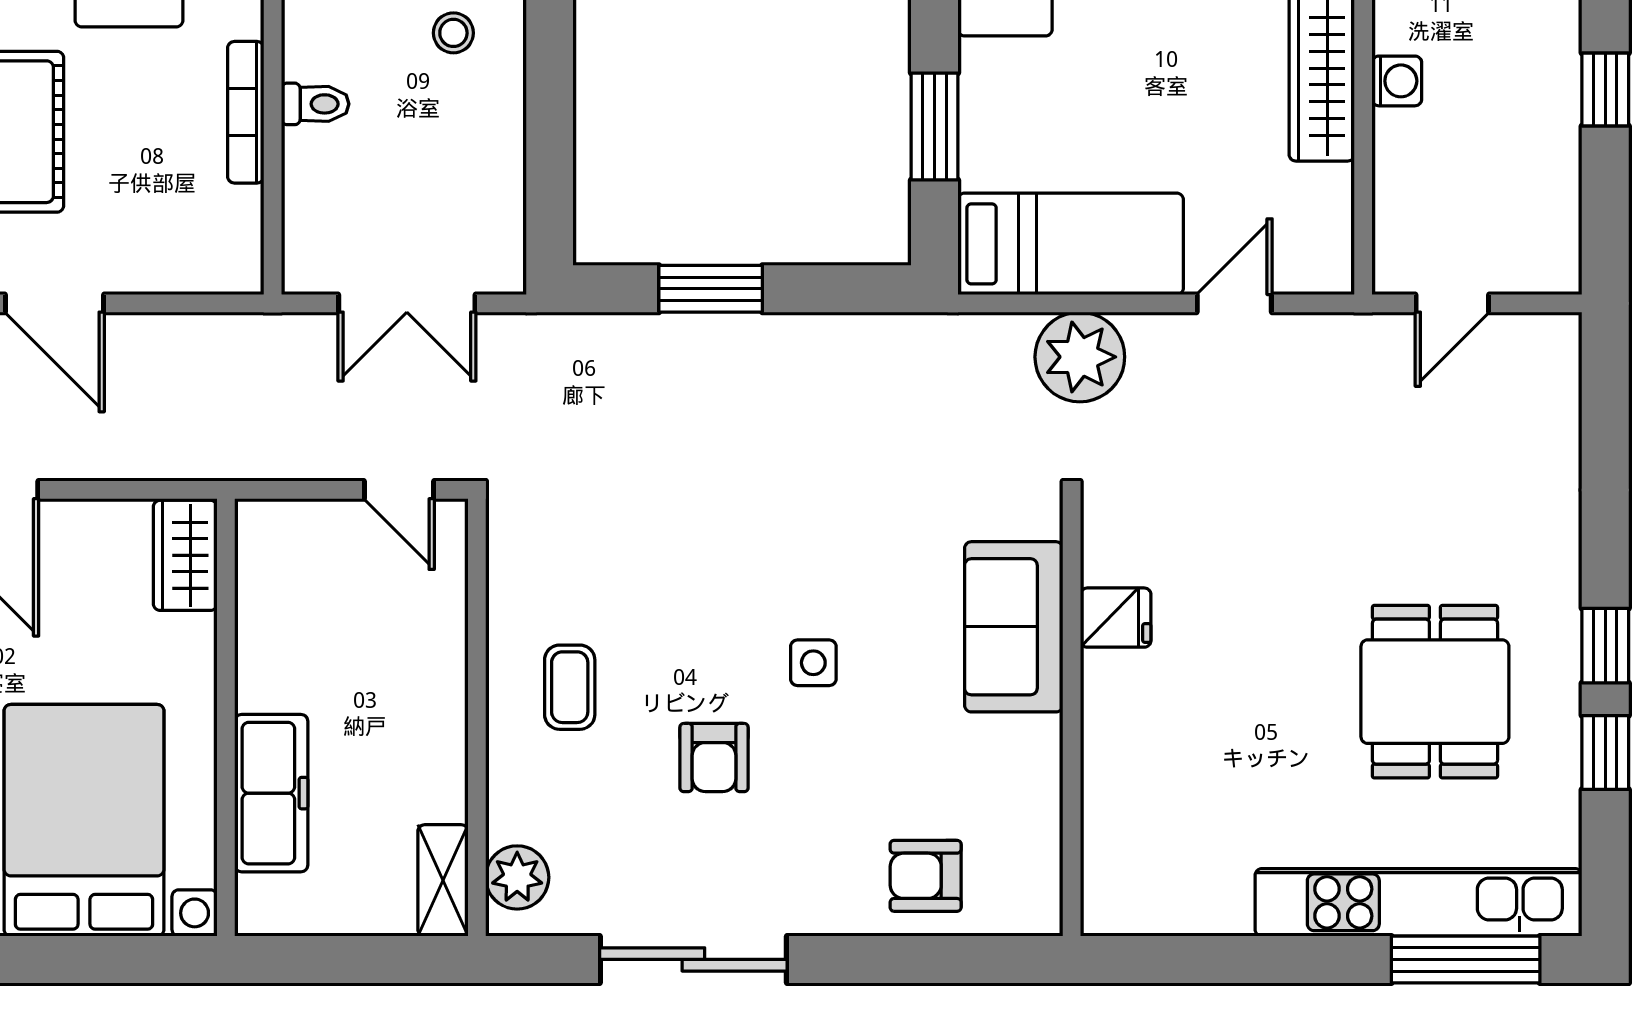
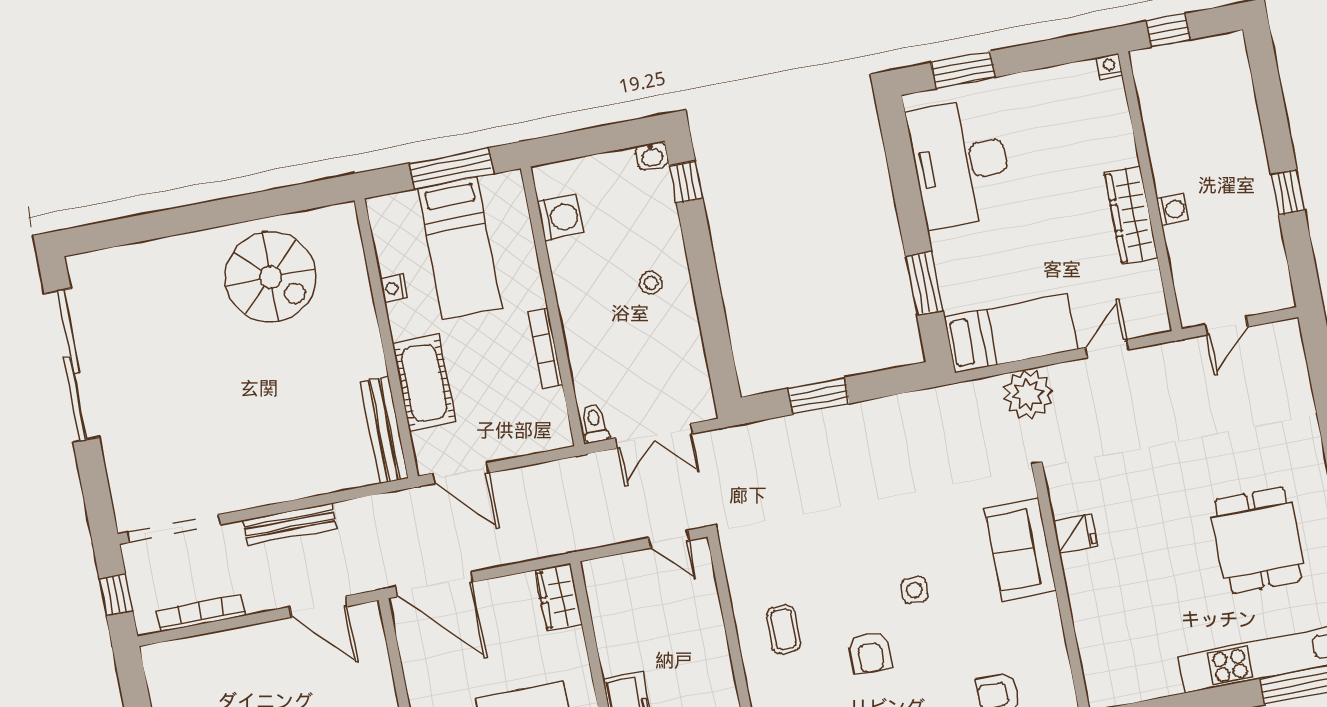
toilet: (315, 104) -> (595, 423), moved, turned -90

